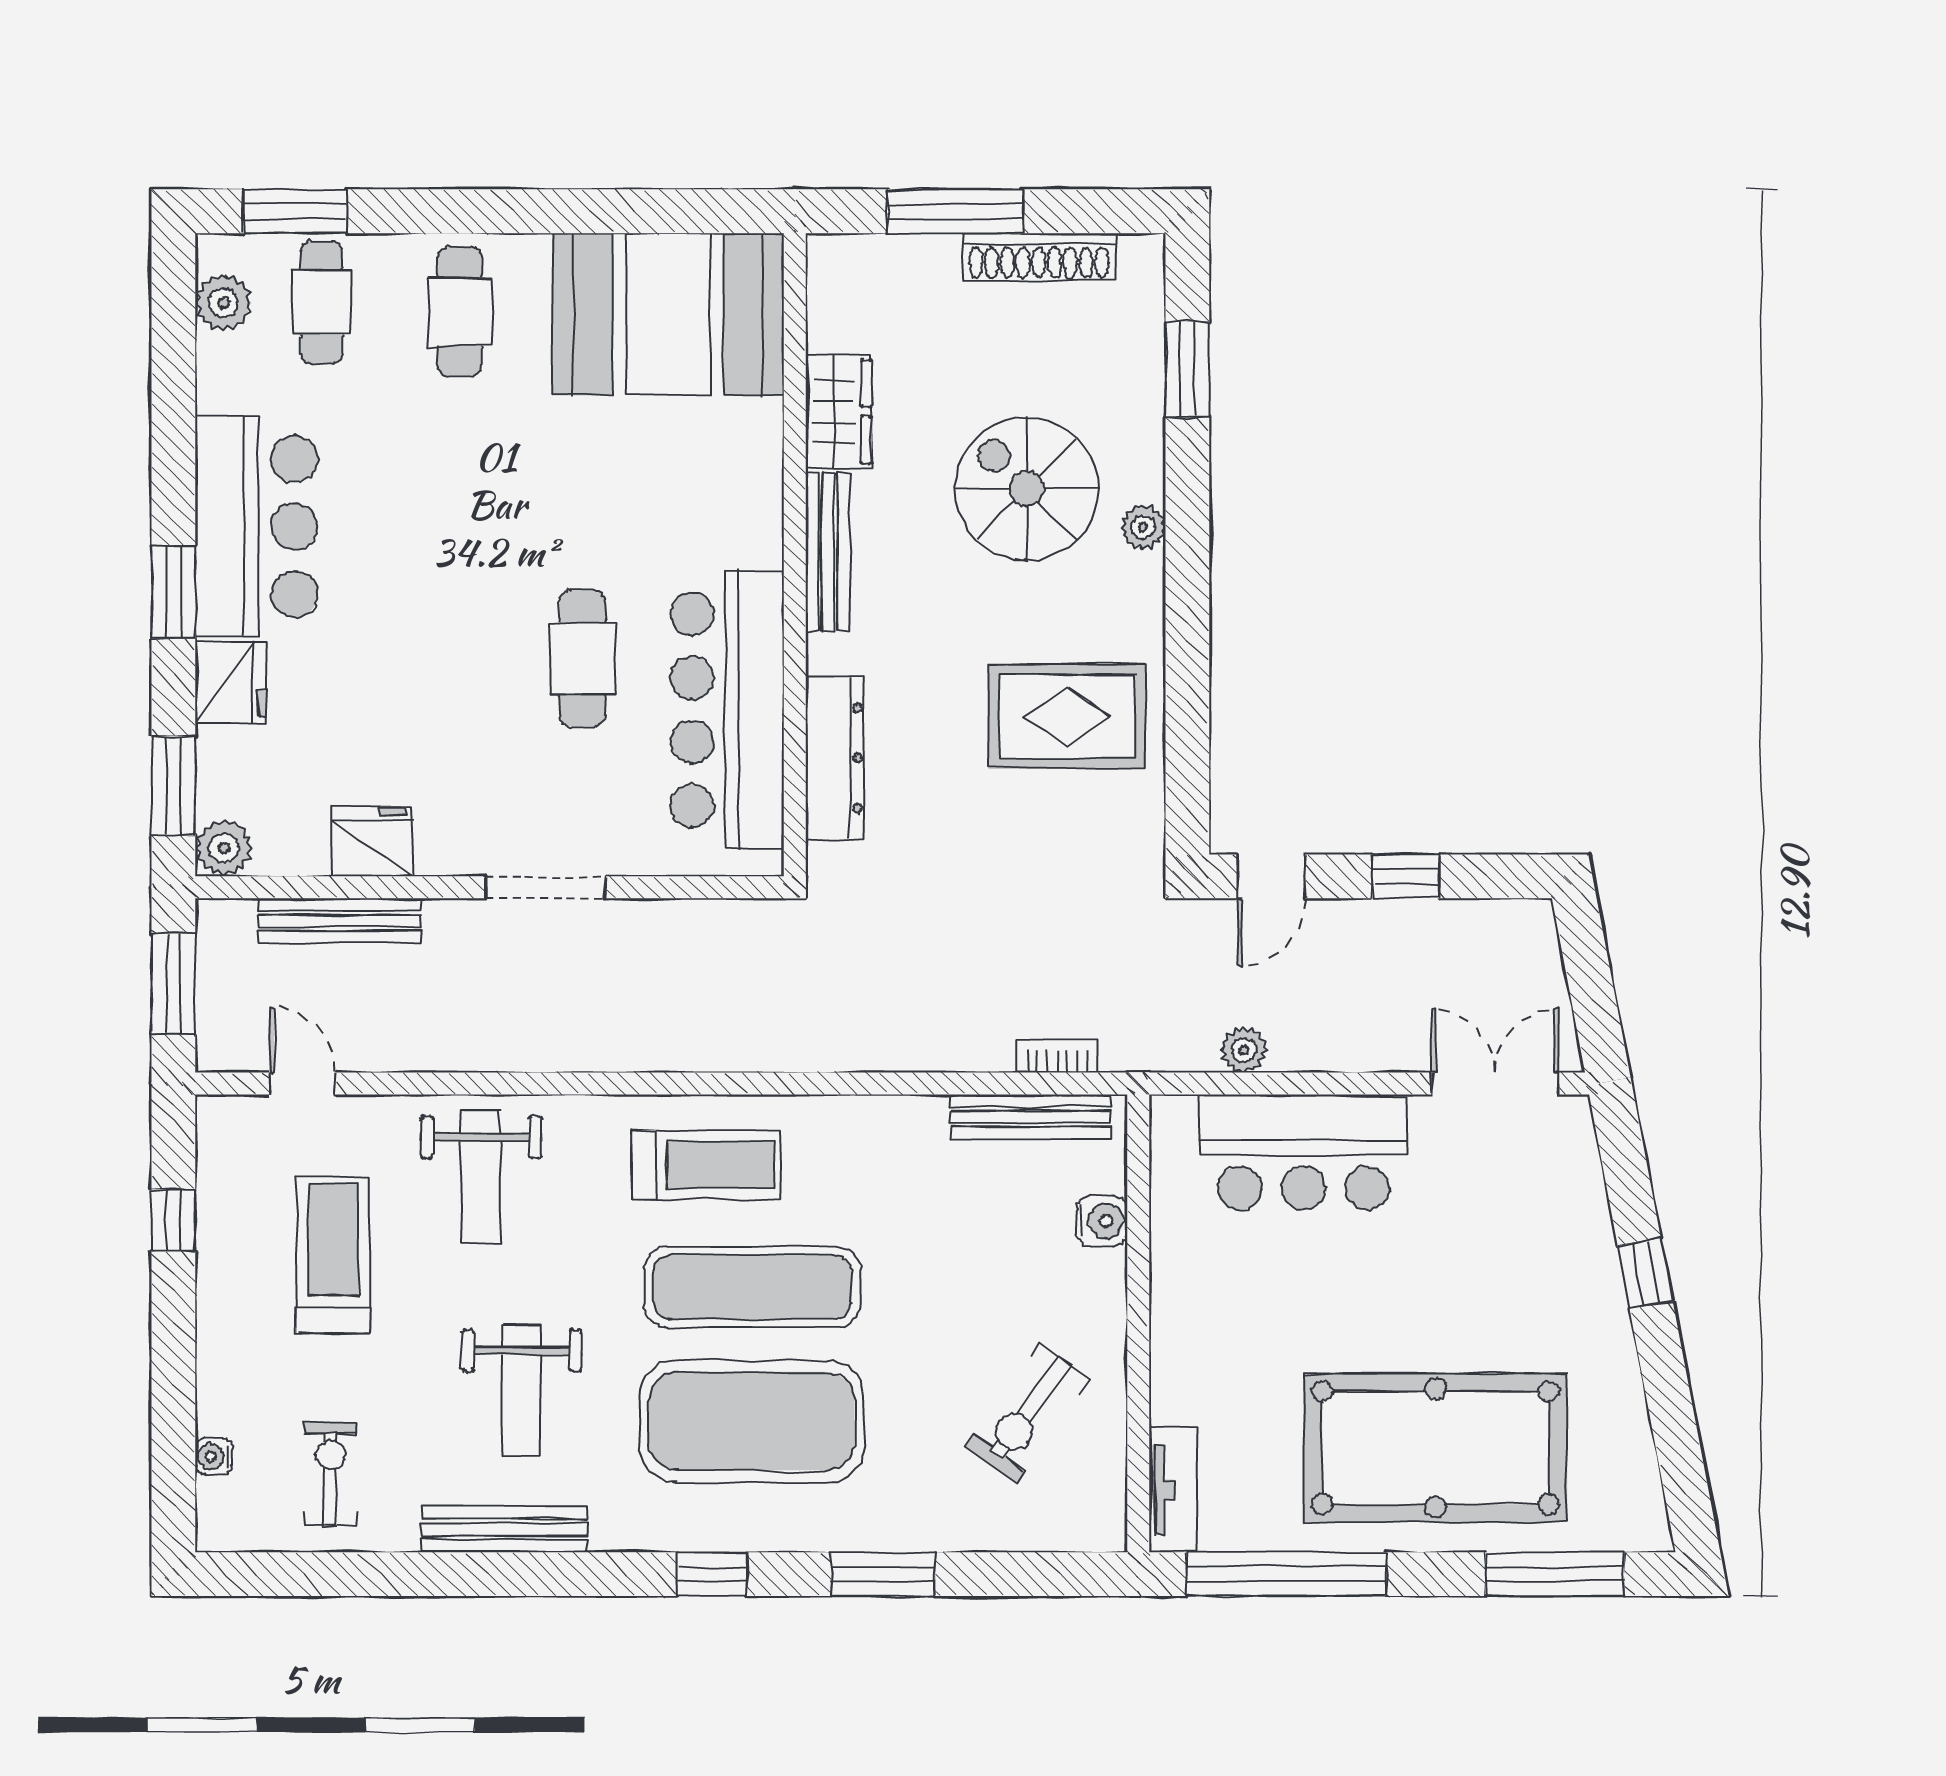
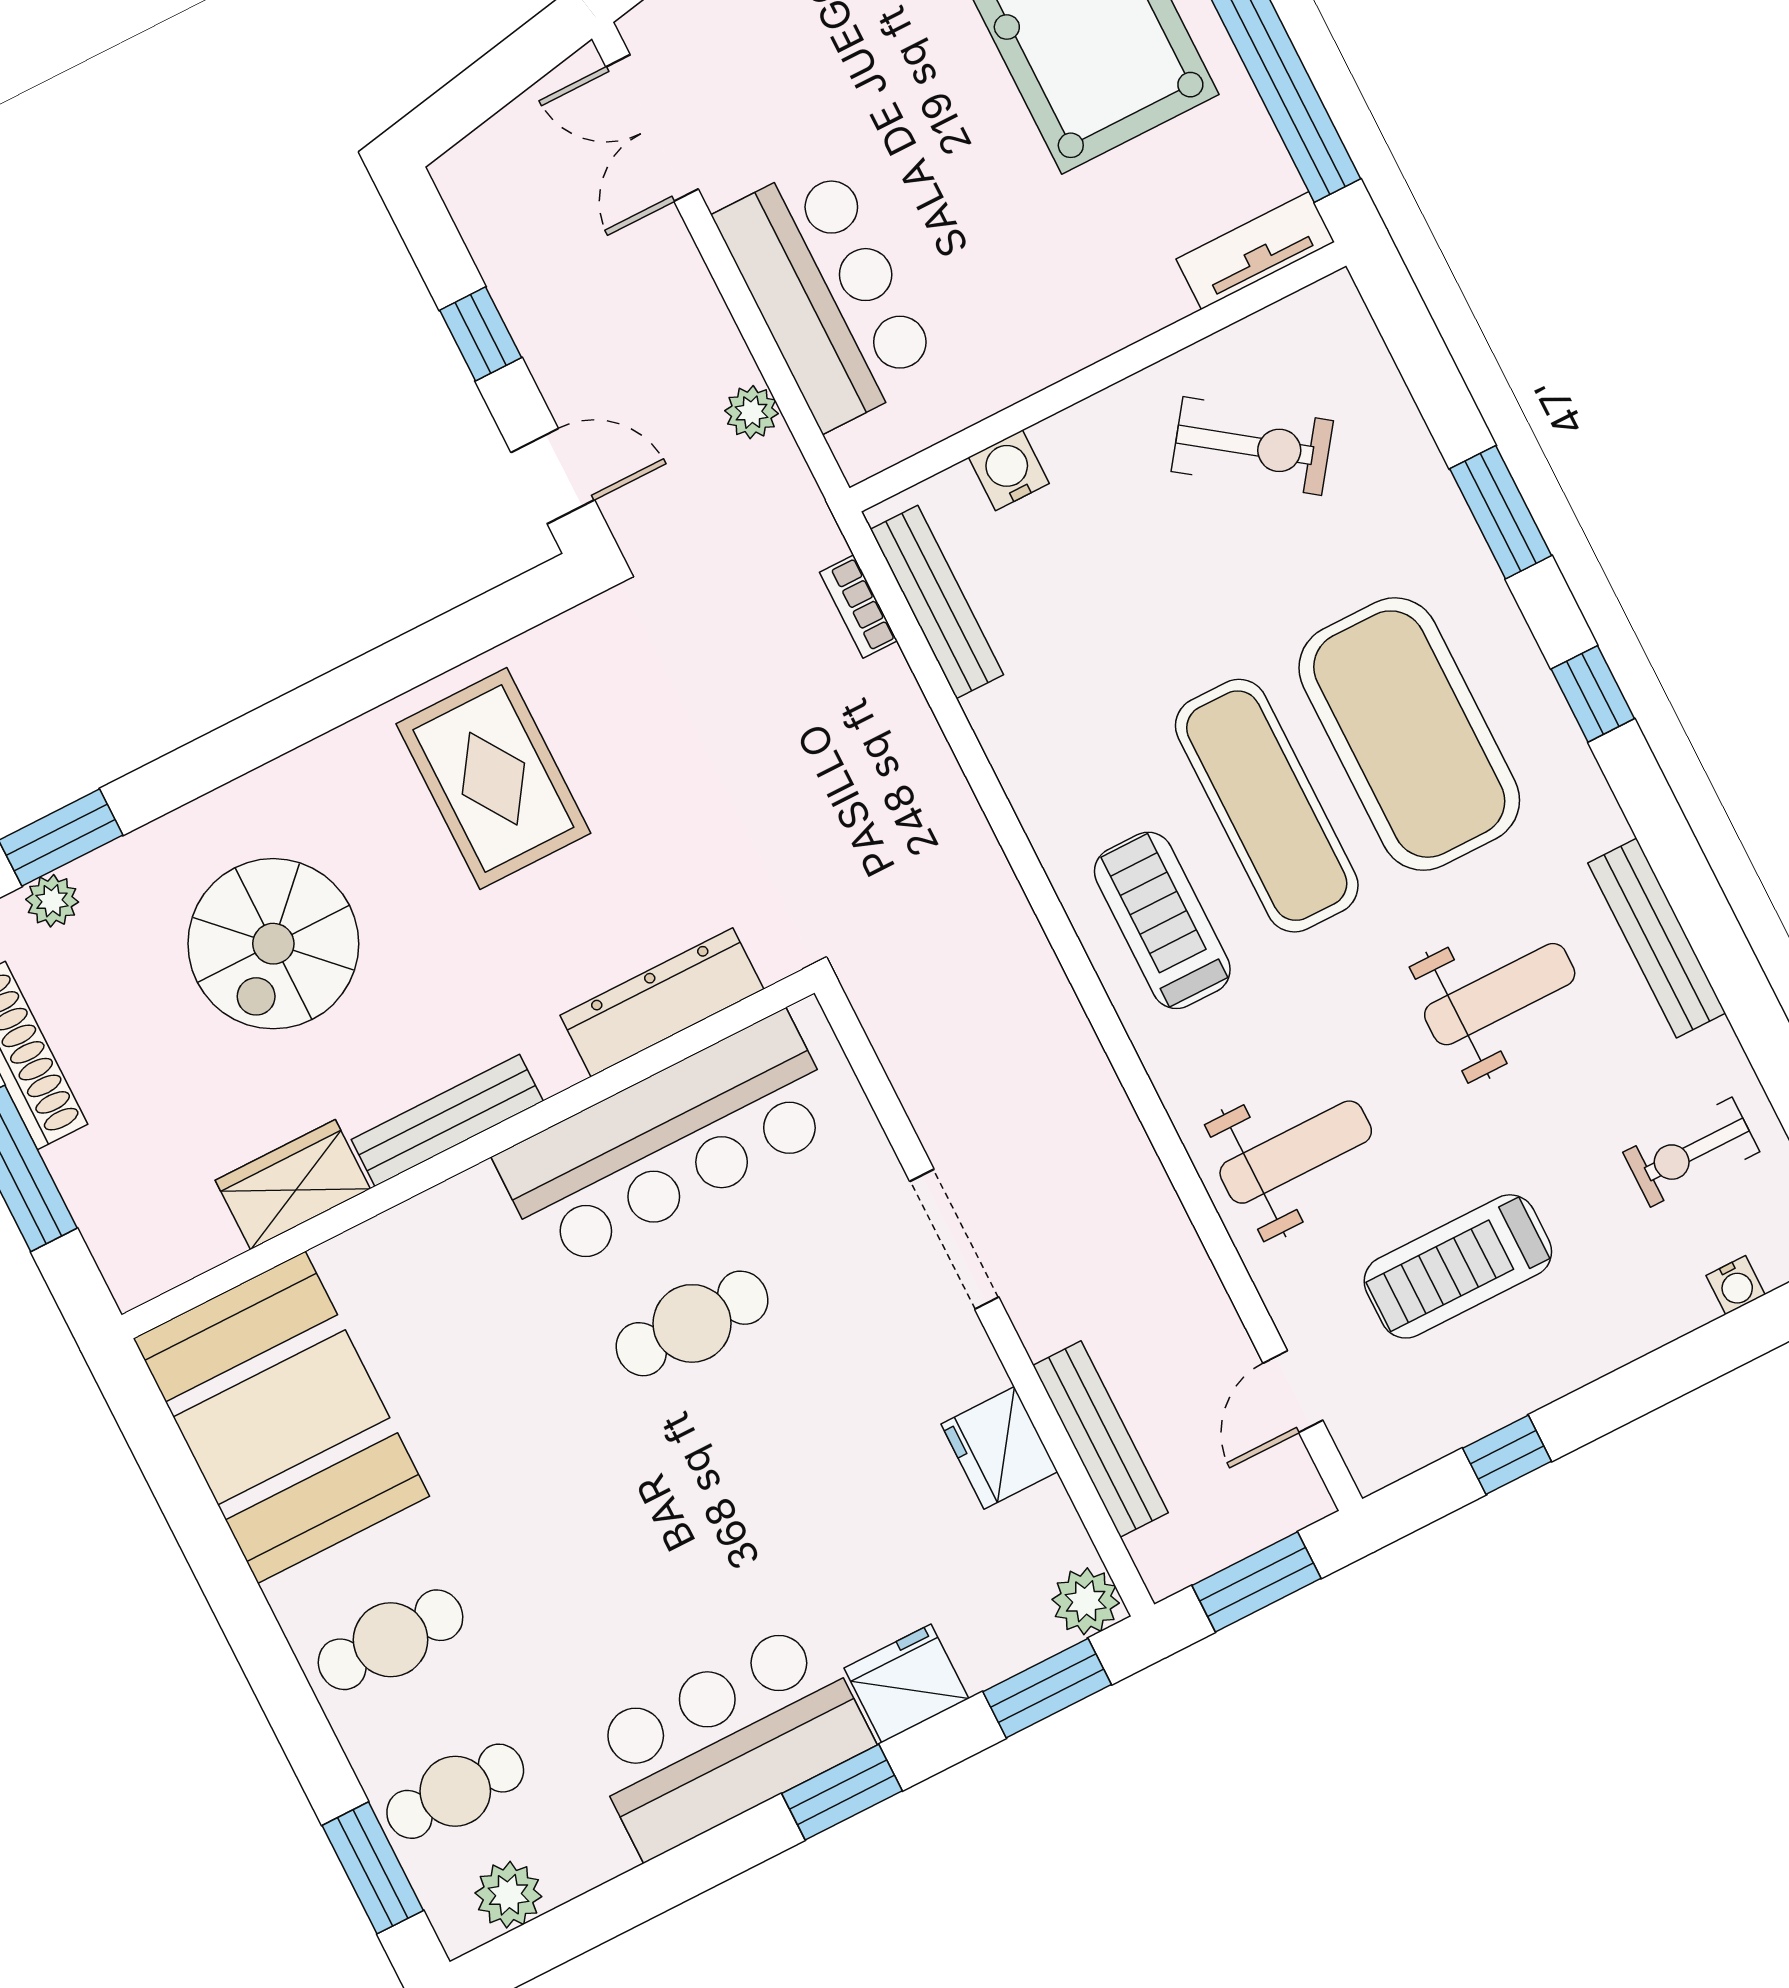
plant: (1143, 527) -> (52, 901), moved

